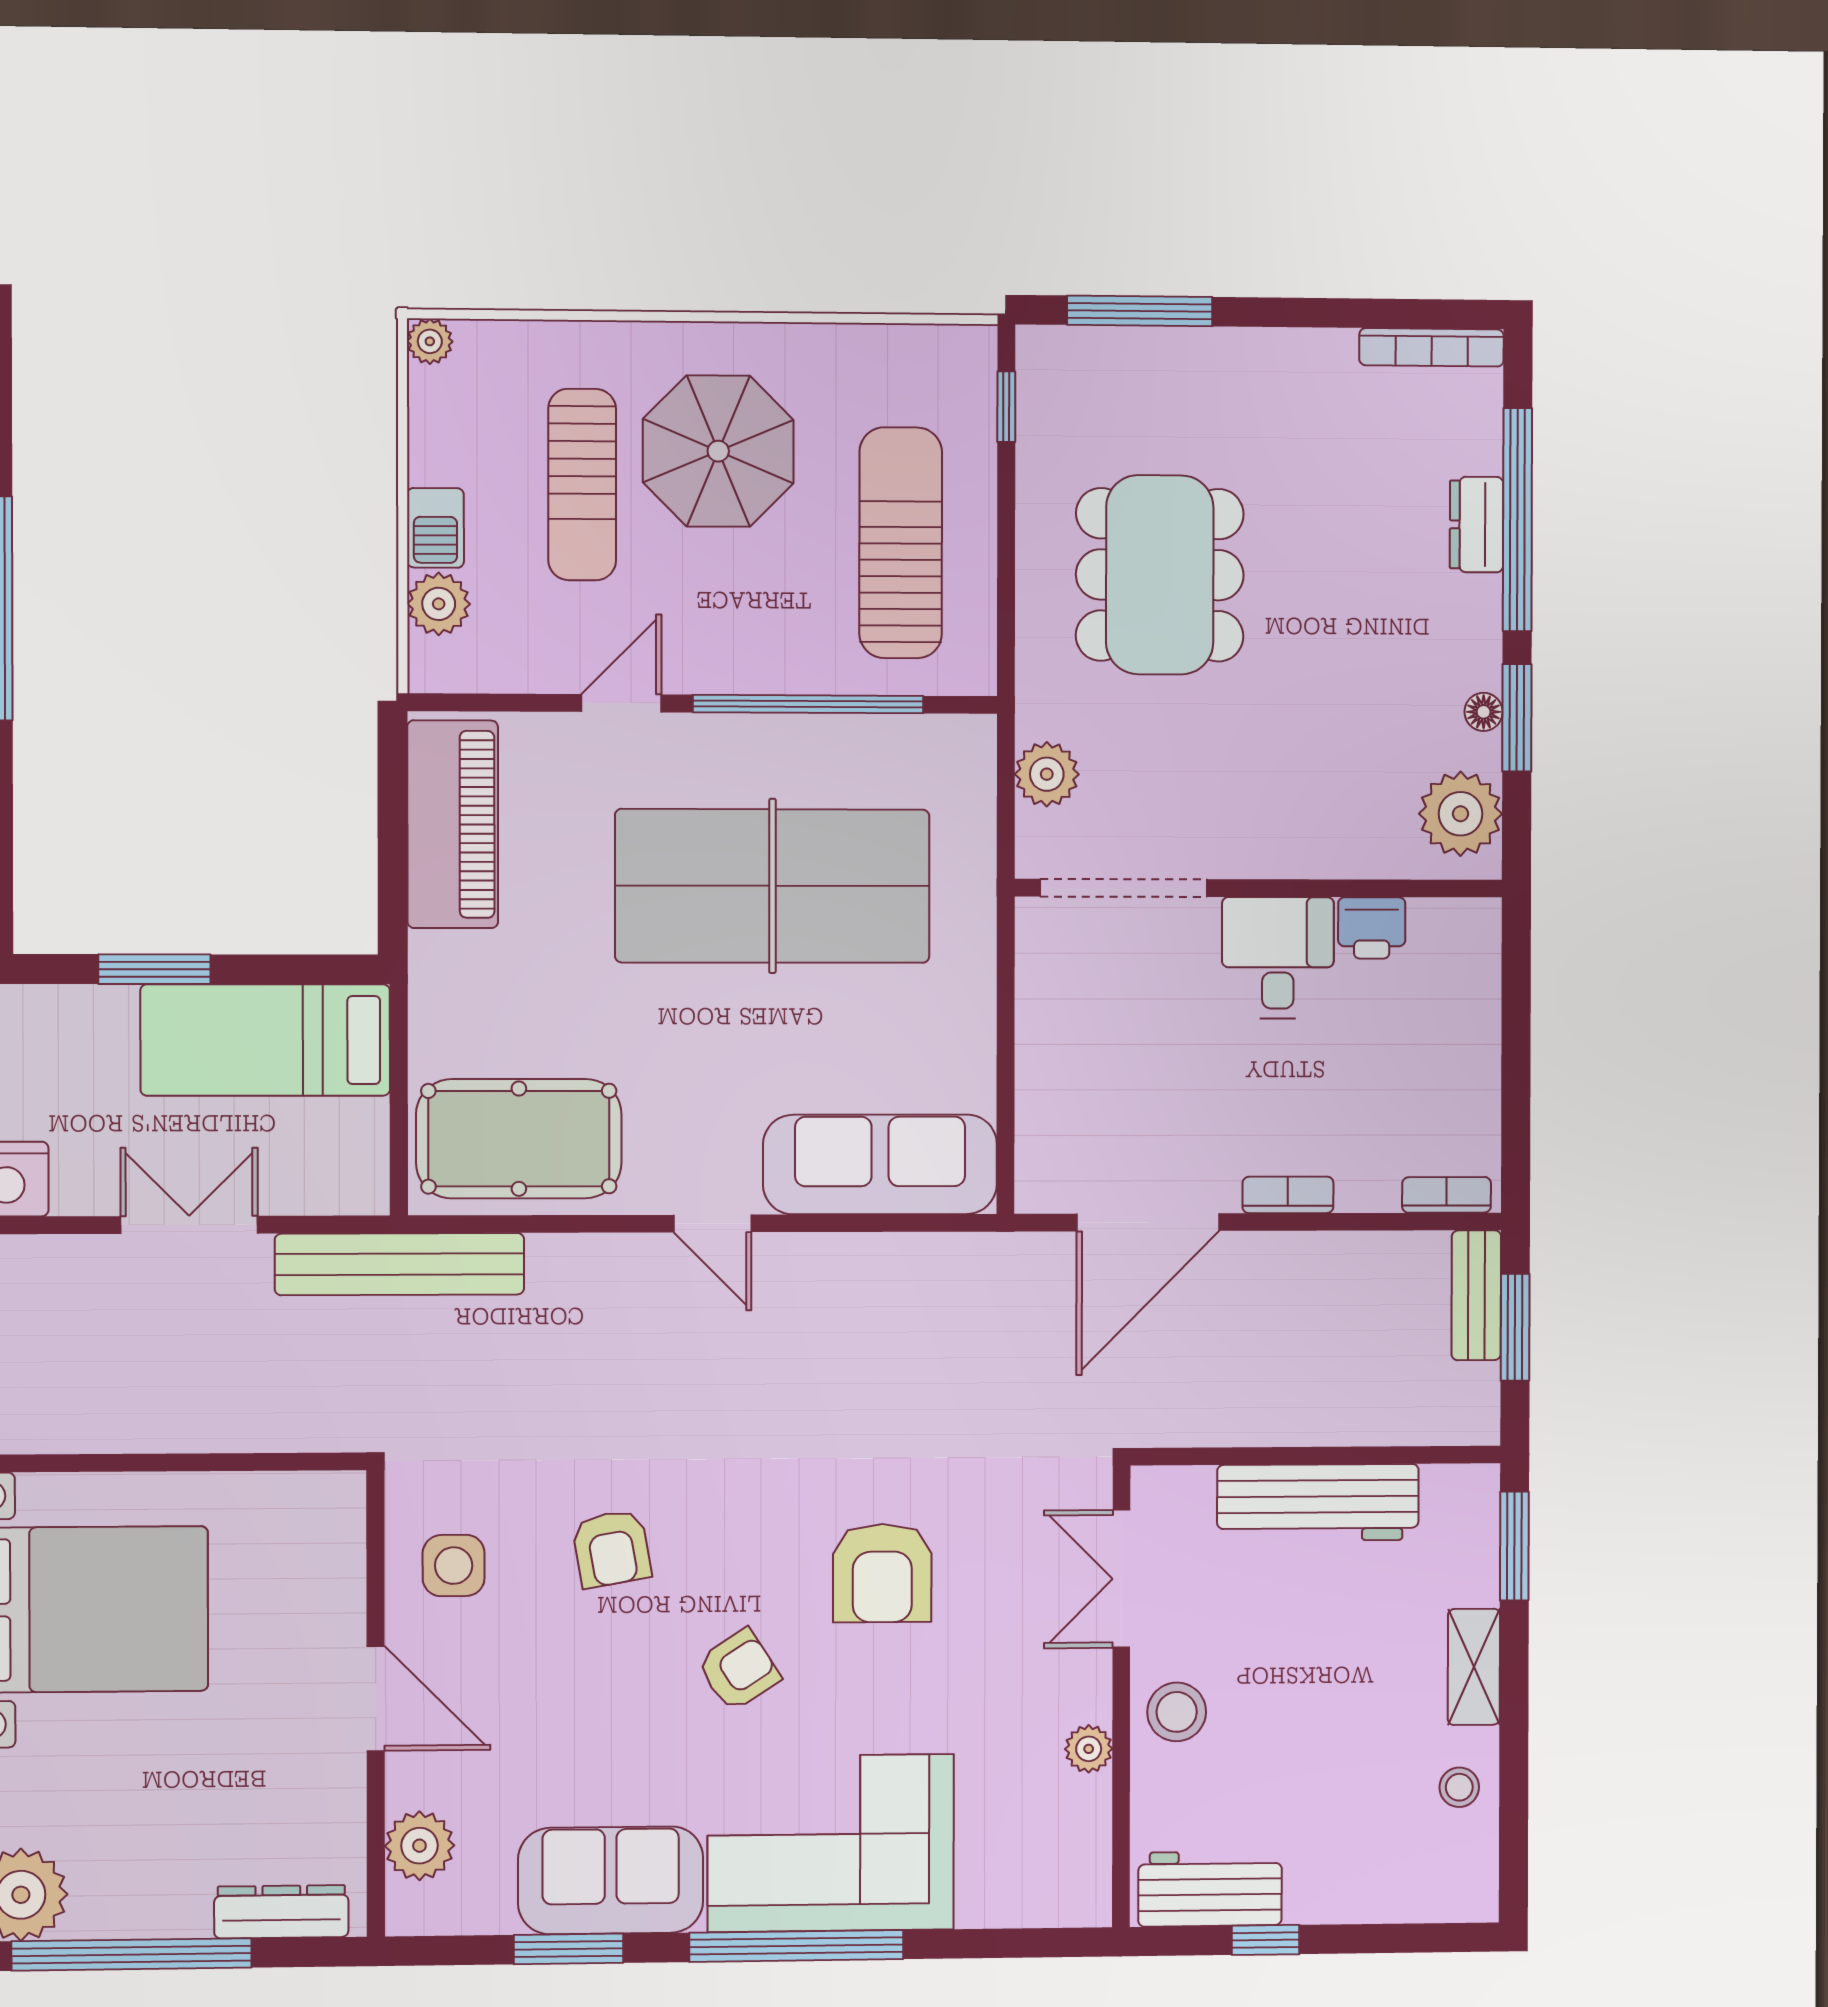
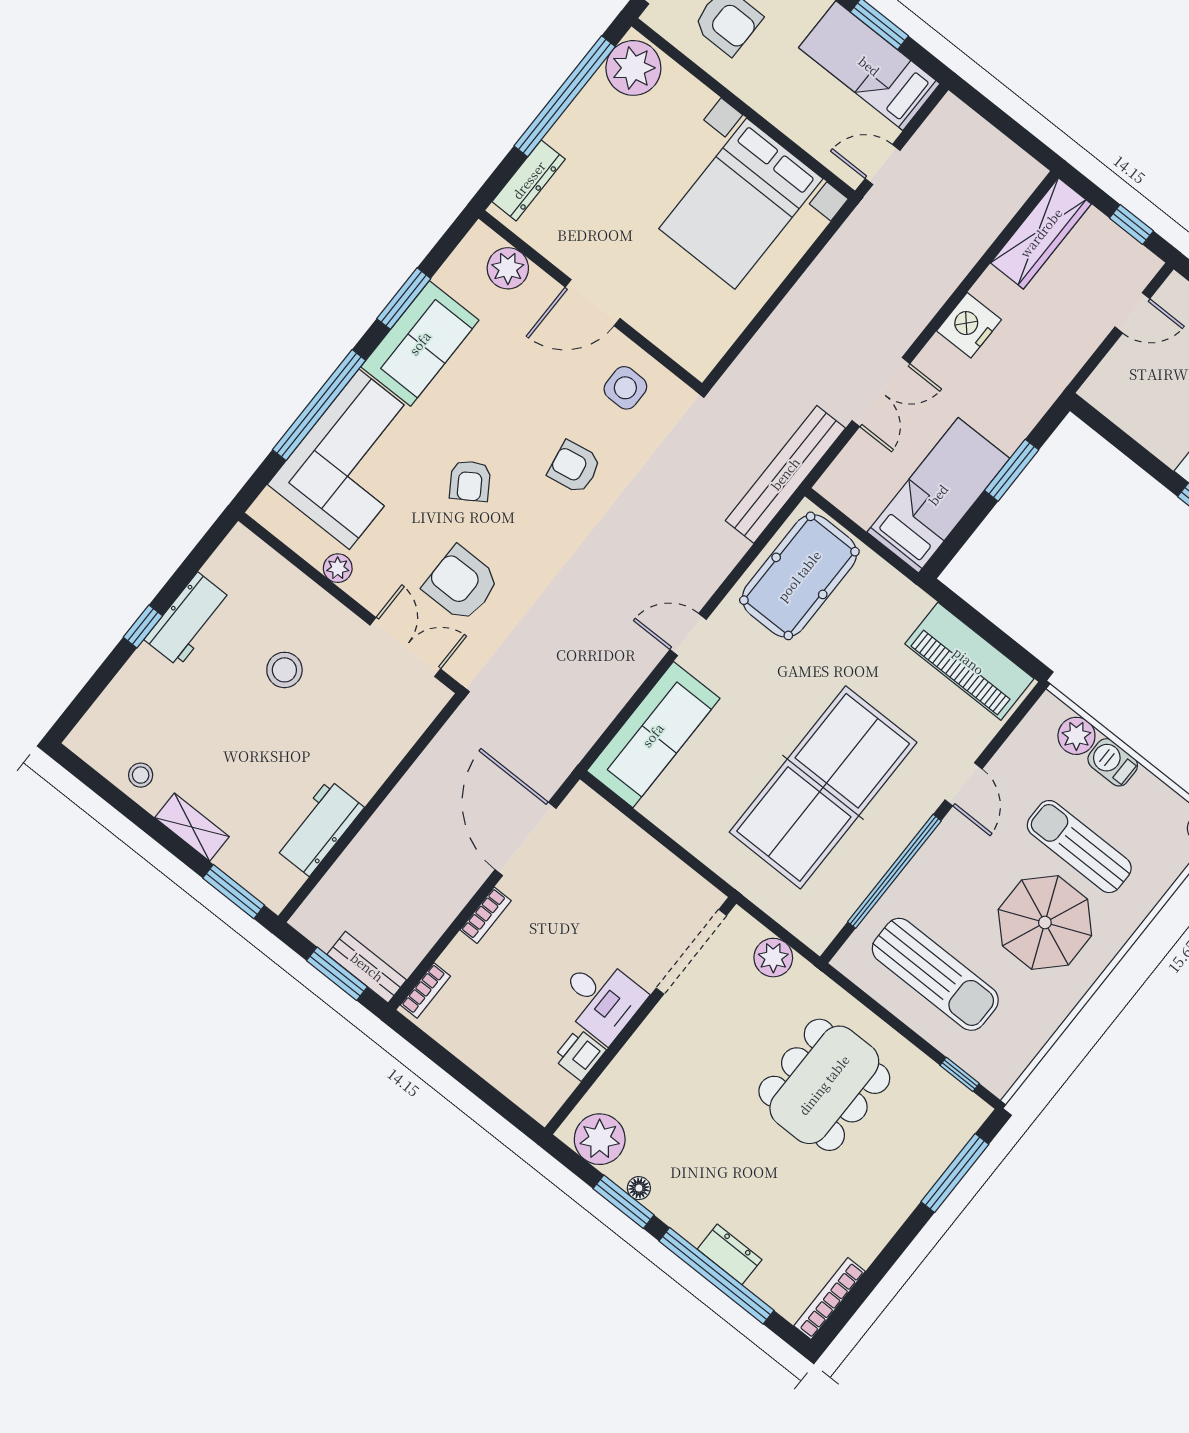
dining table: (1160, 575) -> (824, 1085), turned 90
workbench: (1318, 1502) -> (319, 828), width x0.73
double door: (1121, 1579) -> (405, 647), moved
wall: (1121, 1697) -> (350, 603), moved
plant: (1089, 1749) -> (338, 568), moved

